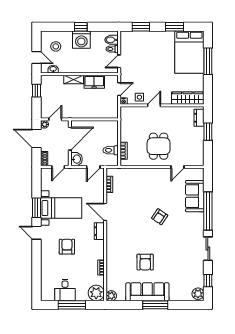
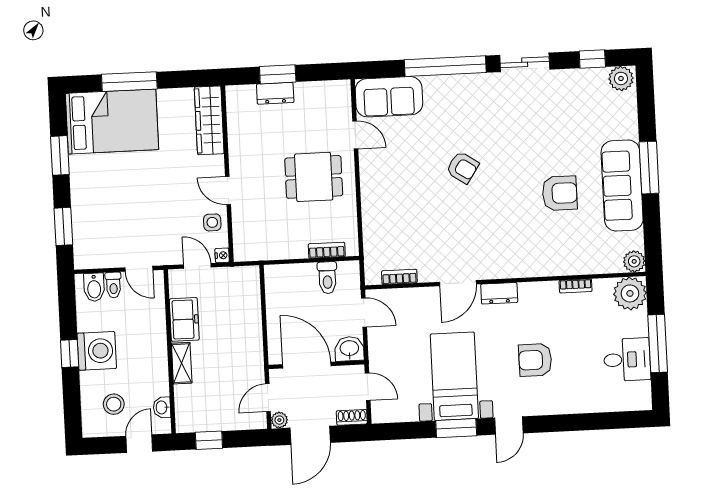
dresser: (199, 118) -> (275, 93), moved
door: (55, 119) -> (268, 398), hinge flipped
sofa: (195, 196) -> (389, 97), moved

